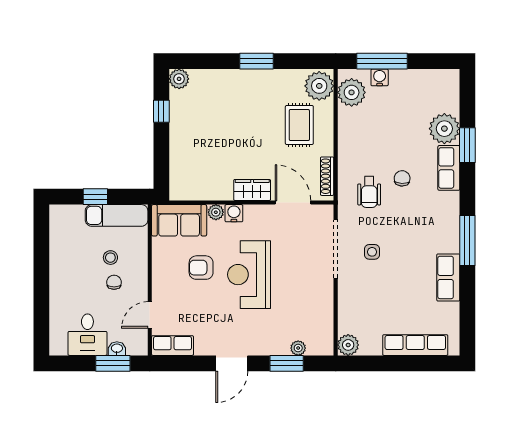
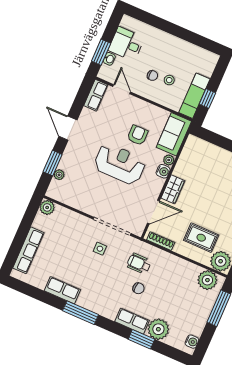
water cooler: (380, 77) -> (192, 342), moved
window: (95, 197) -> (207, 99), moved

